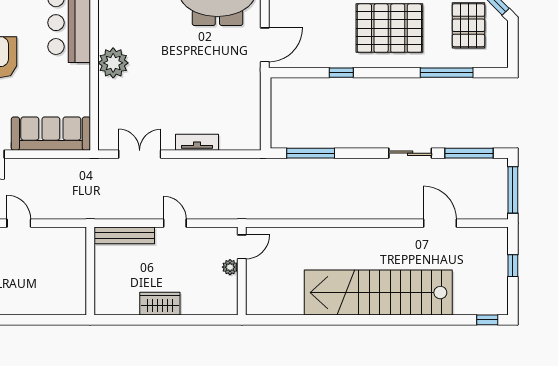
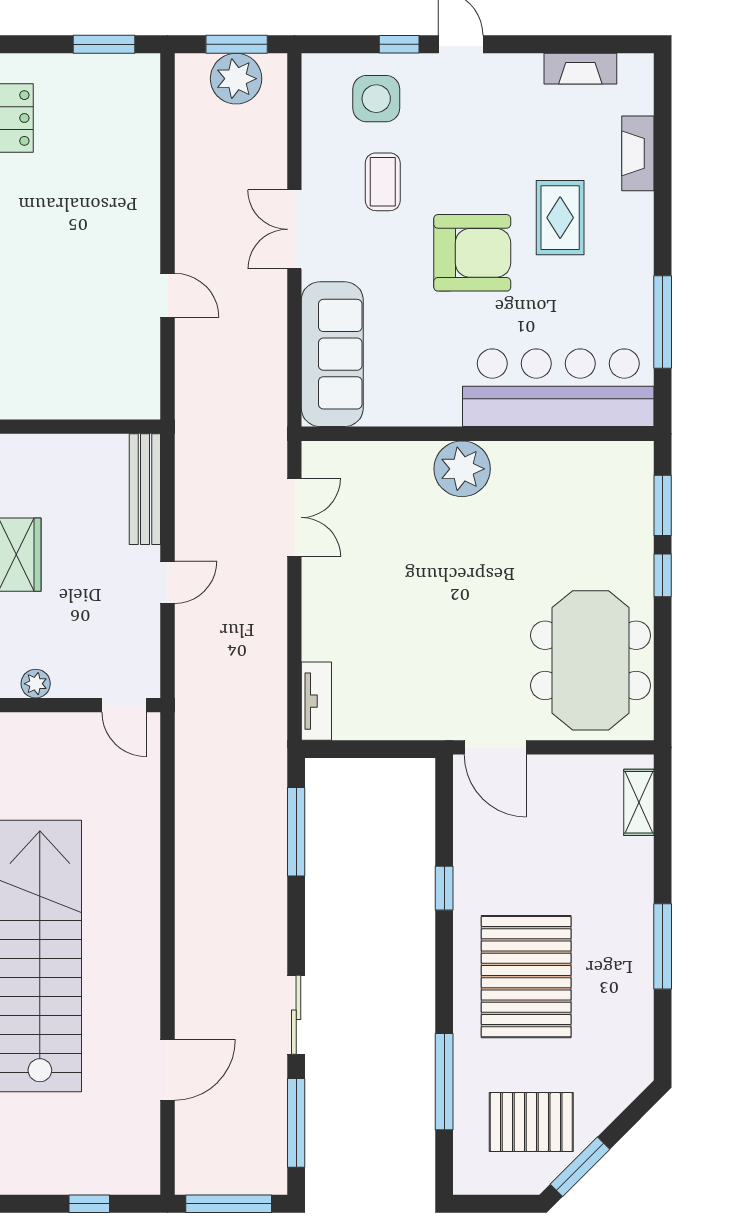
tv unit: (197, 142) -> (316, 701), moved
door: (19, 223) -> (167, 295), hinge flipped
plant: (230, 267) -> (36, 684), moved

